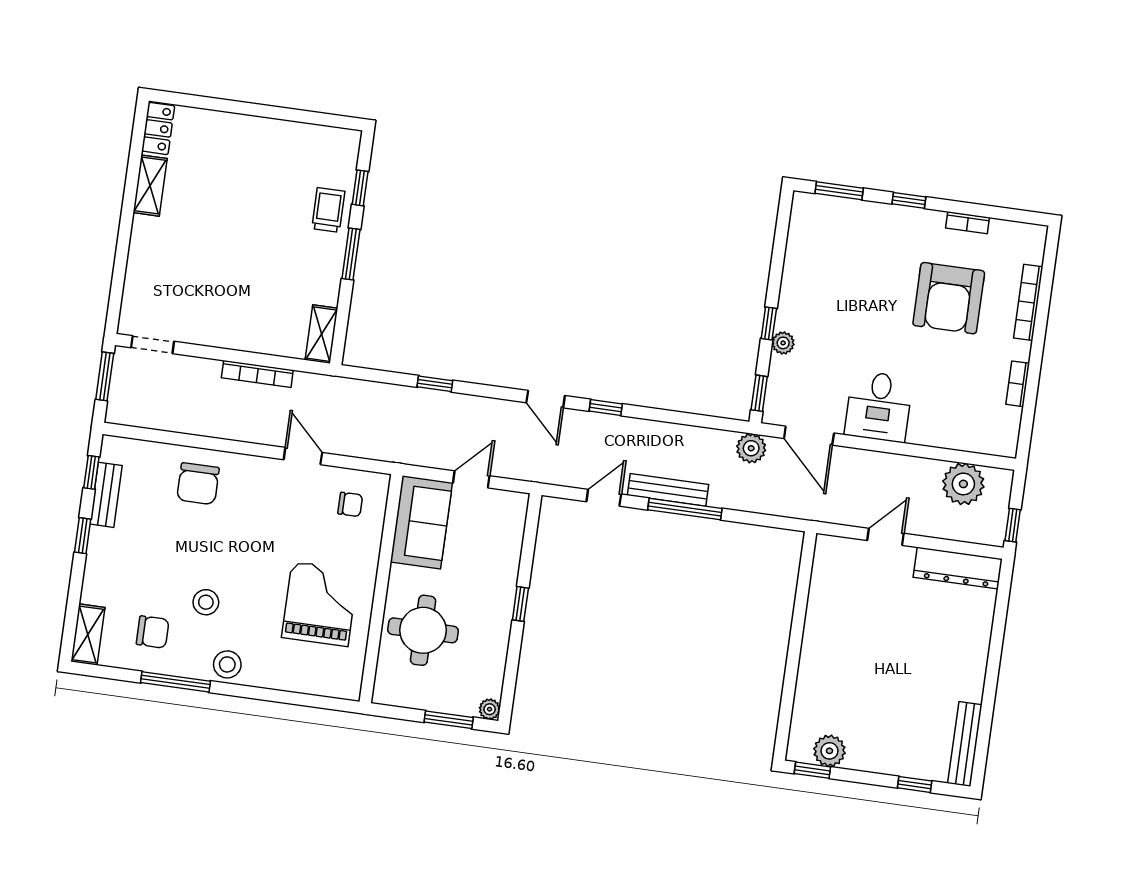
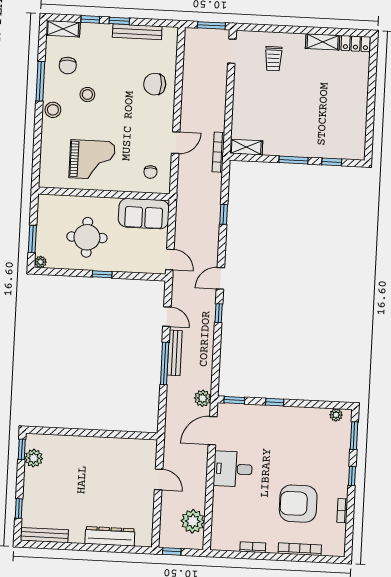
trolley: (328, 210) -> (273, 59), moved, turned 90
plant: (783, 343) -> (336, 415), moved
bookcase: (257, 374) -> (218, 152), moved
window: (91, 472) -> (90, 19), moved
door: (471, 479) -> (170, 259), moved
bench: (106, 495) -> (137, 32), width x1.36
dresser: (958, 568) -> (110, 536), moved, turned 90
round table: (423, 630) -> (87, 237), moved

